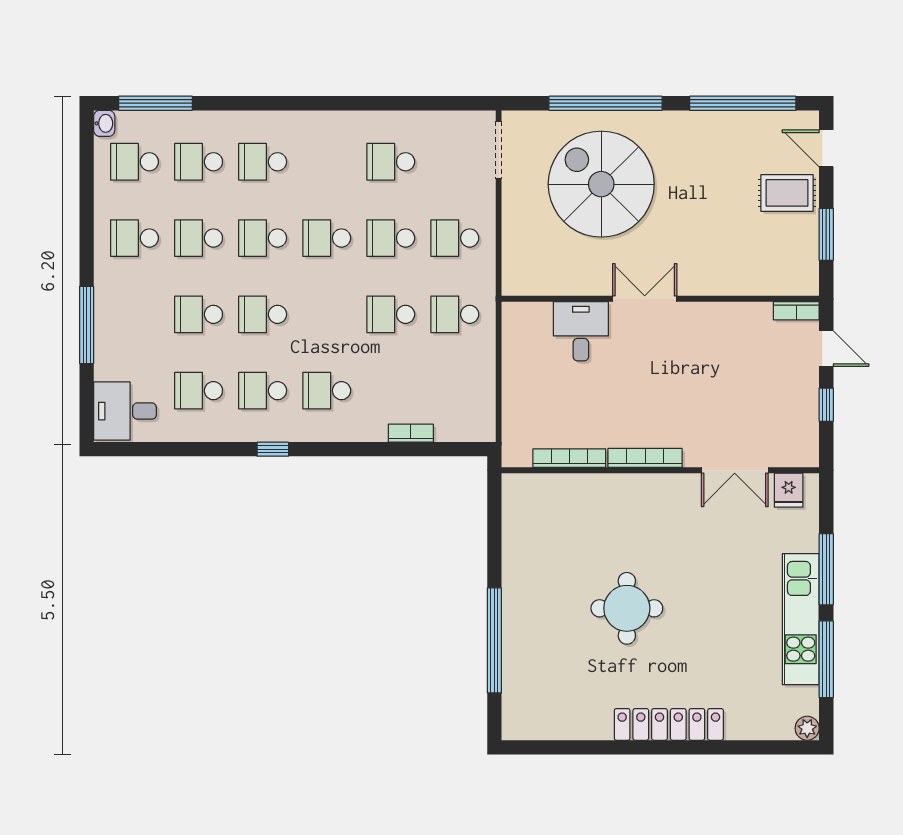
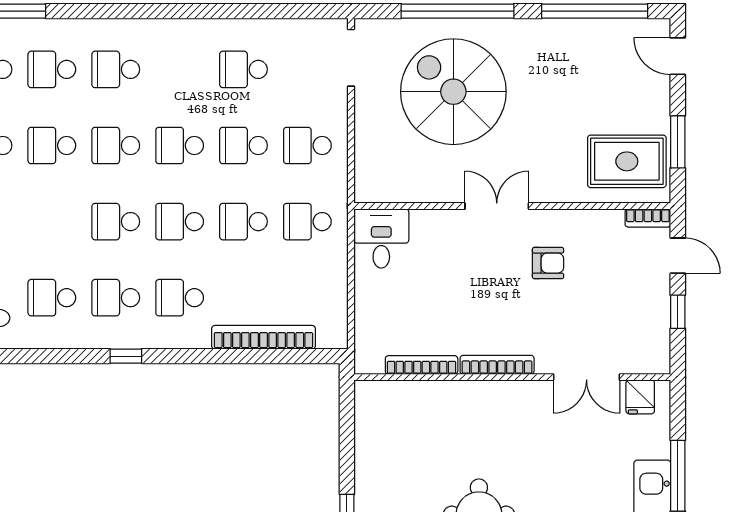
rug: (787, 193) -> (627, 161), moved, width x1.36, depth x1.43
school desk: (199, 314) -> (180, 222), moved
desk: (581, 331) -> (381, 238), moved
armchair: (696, 356) -> (548, 263), added
bookcase: (411, 433) -> (264, 337), width x2.31, depth x1.31

